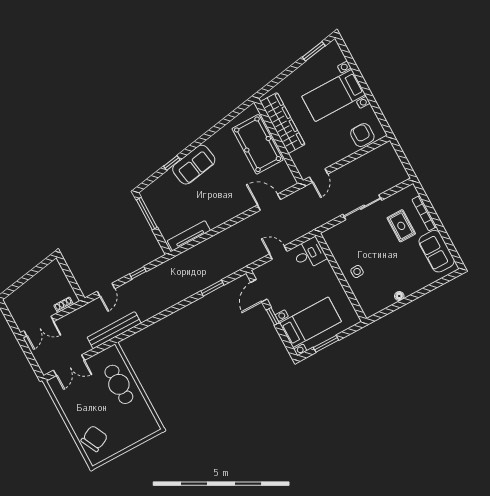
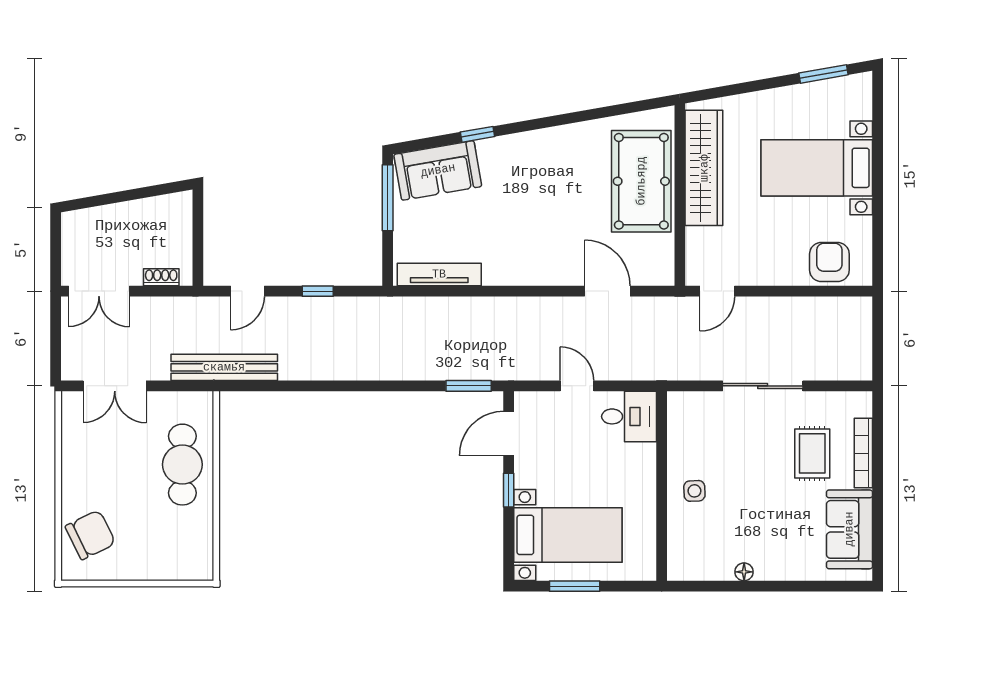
sofa: (194, 165) -> (438, 170), moved
window: (212, 288) -> (469, 386), moved

